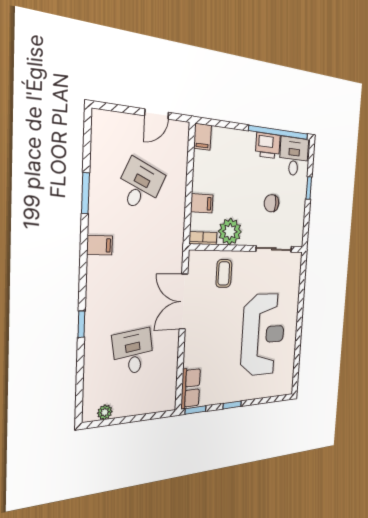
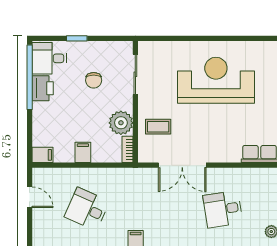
filing cabinet: (202, 203) -> (83, 152), moved

